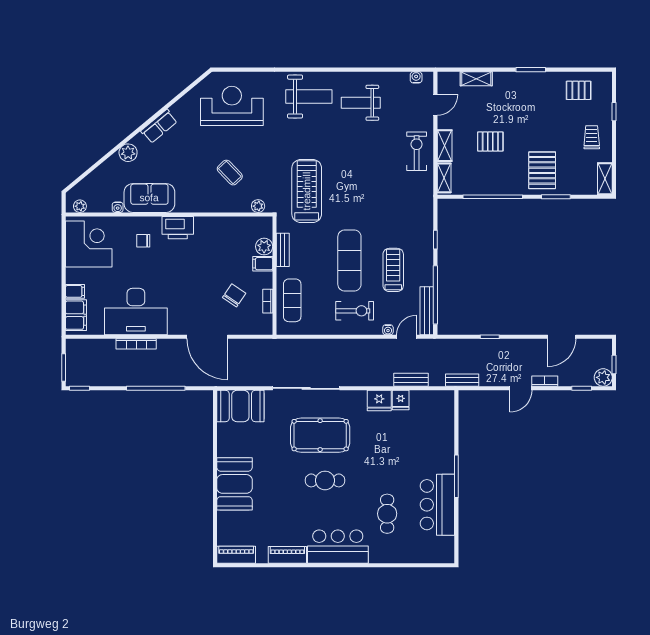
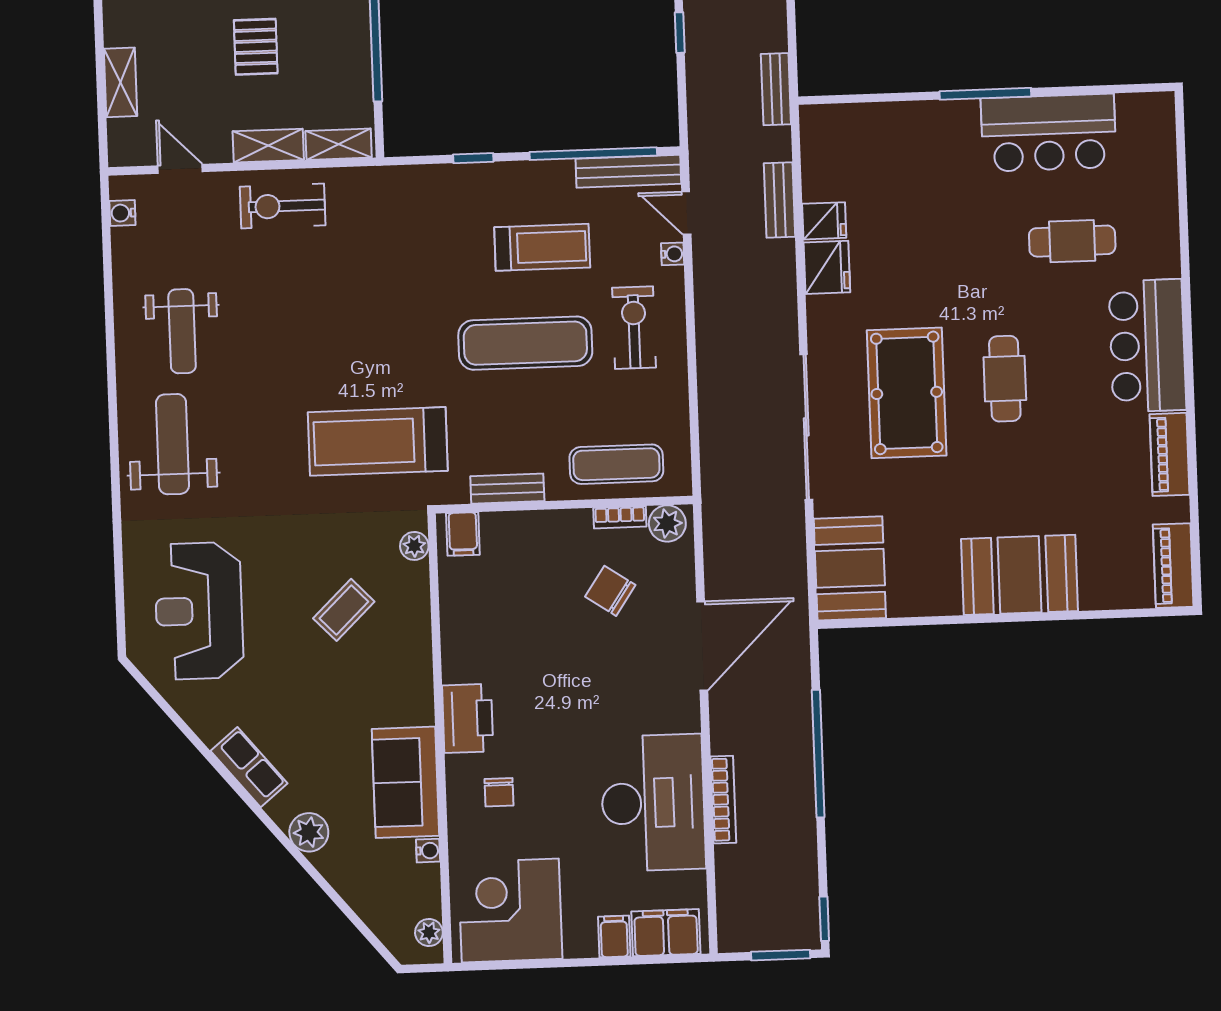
plant: (264, 247) -> (667, 523), moved
filing cabinet: (263, 264) -> (463, 534), moved
treadmill: (393, 270) -> (542, 247), turned 180

